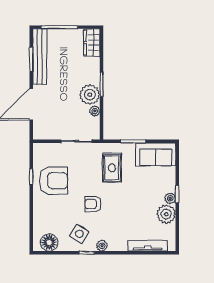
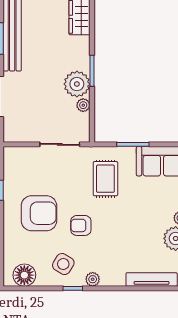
armchair: (54, 181) -> (39, 213), moved

